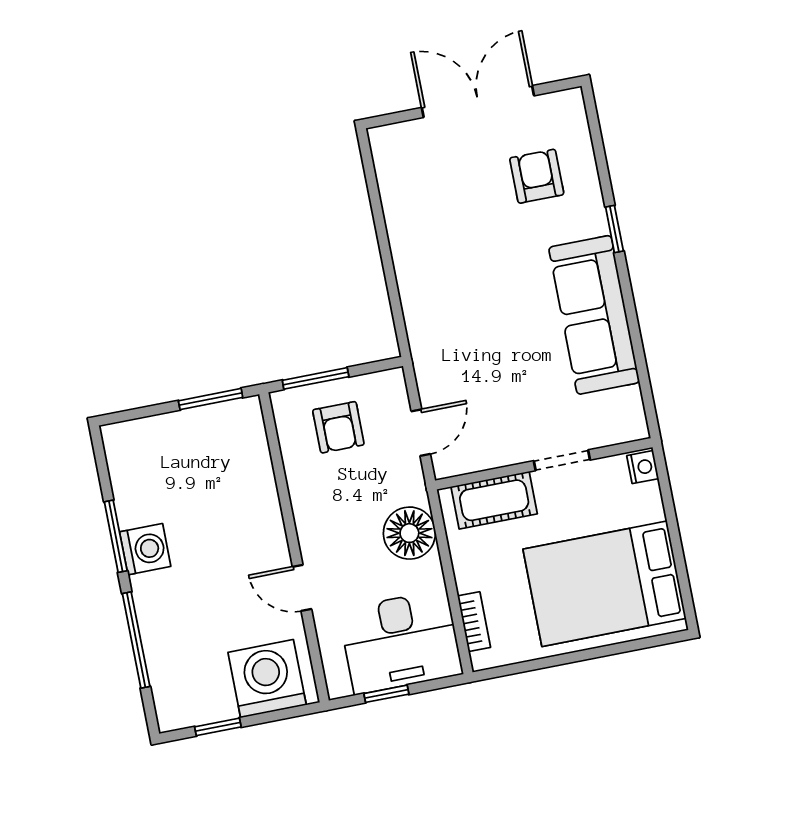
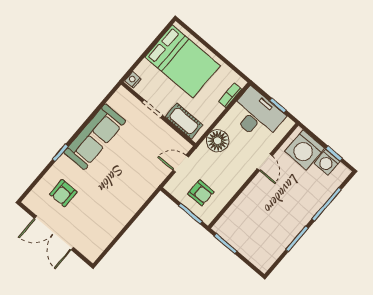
armchair: (338, 427) -> (201, 193), turned 90
washing machine: (145, 549) -> (327, 162), moved, turned -90

